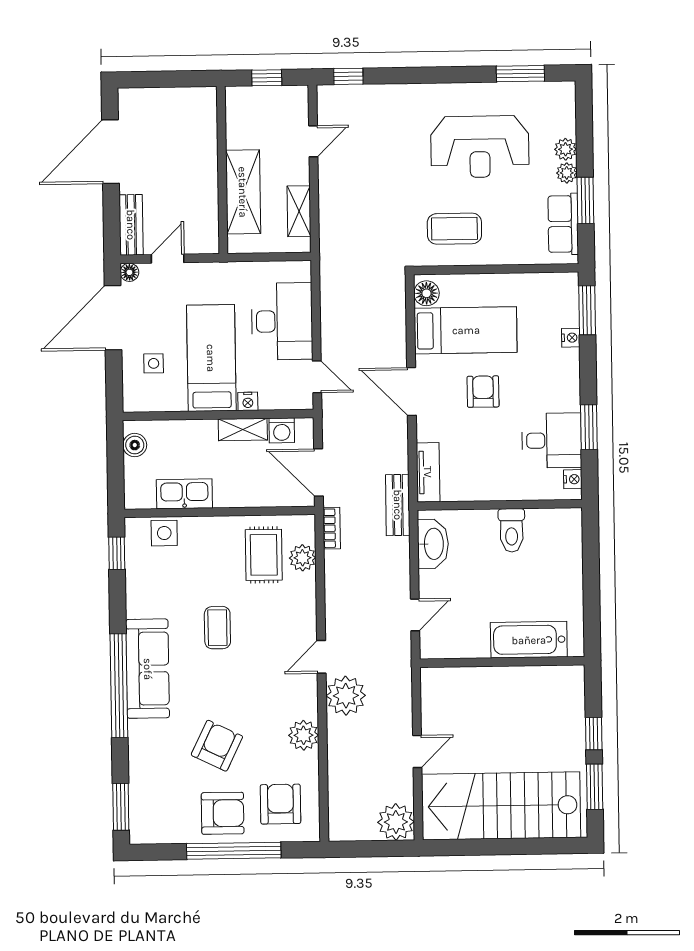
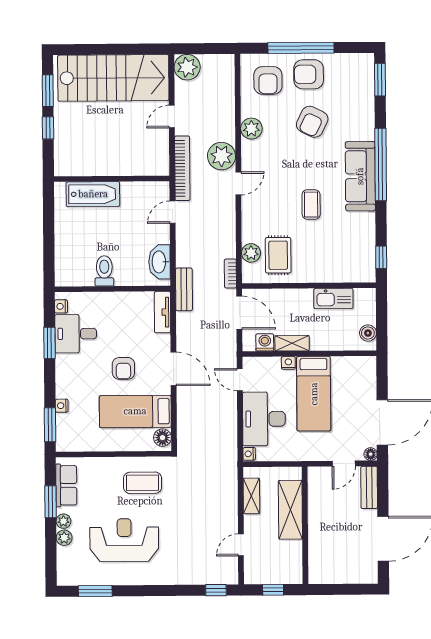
nightstand: (303, 271) -> (249, 454), added
side table: (154, 363) -> (354, 390), removed
side table: (164, 533) -> (348, 271), removed
bookcase: (402, 678) -> (182, 168), added

